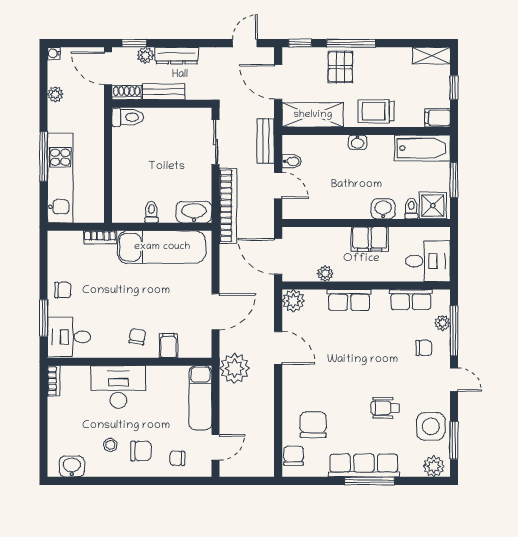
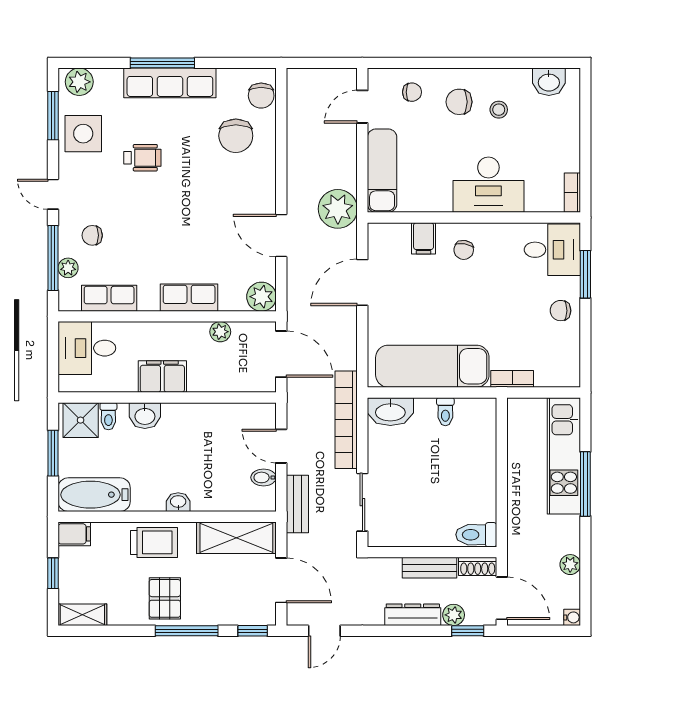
pallet: (340, 67) -> (165, 598), moved

